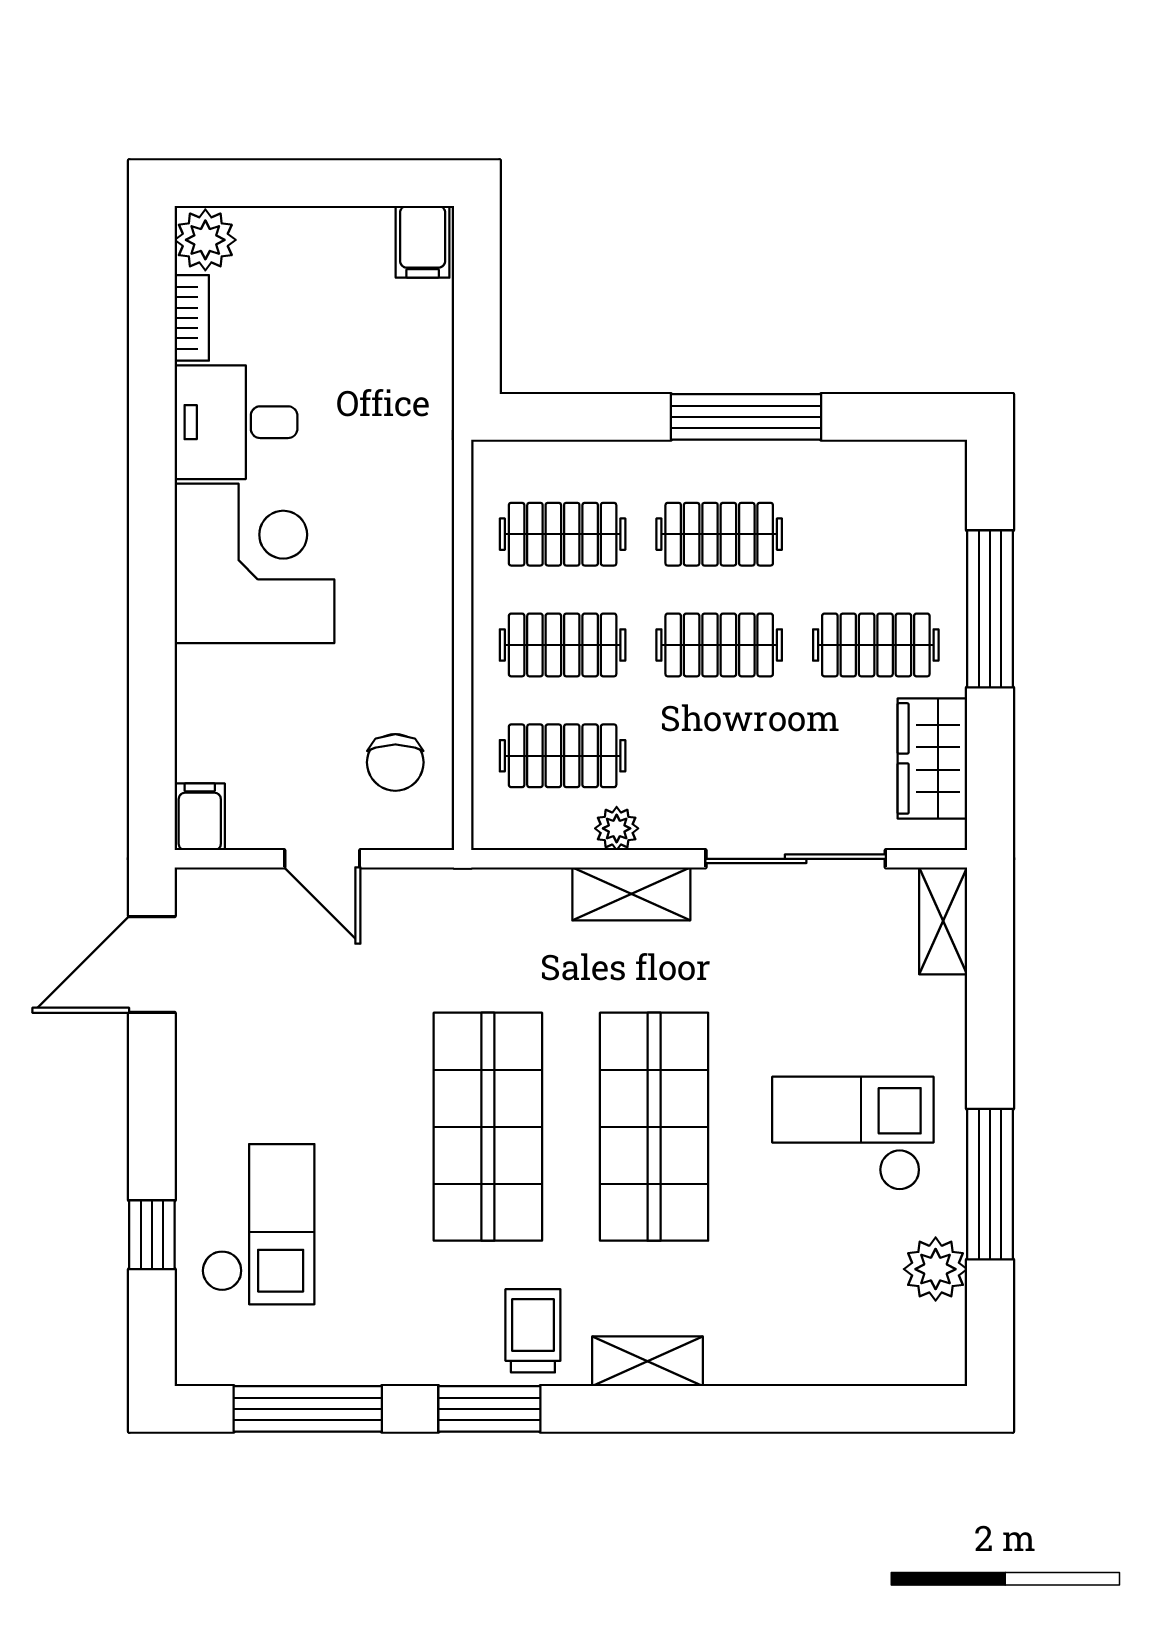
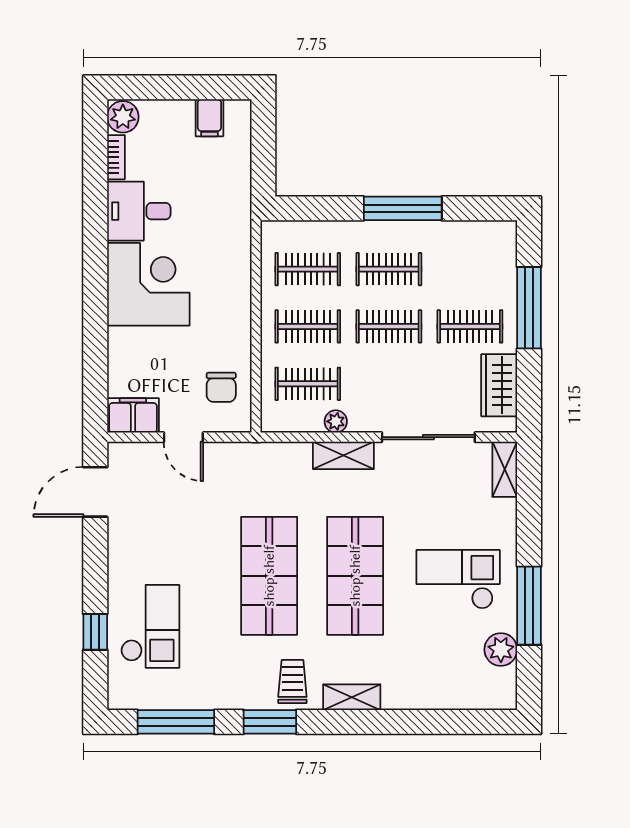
filing cabinet: (423, 242) -> (209, 118), moved
filing cabinet: (200, 817) -> (133, 415), width x2.00

